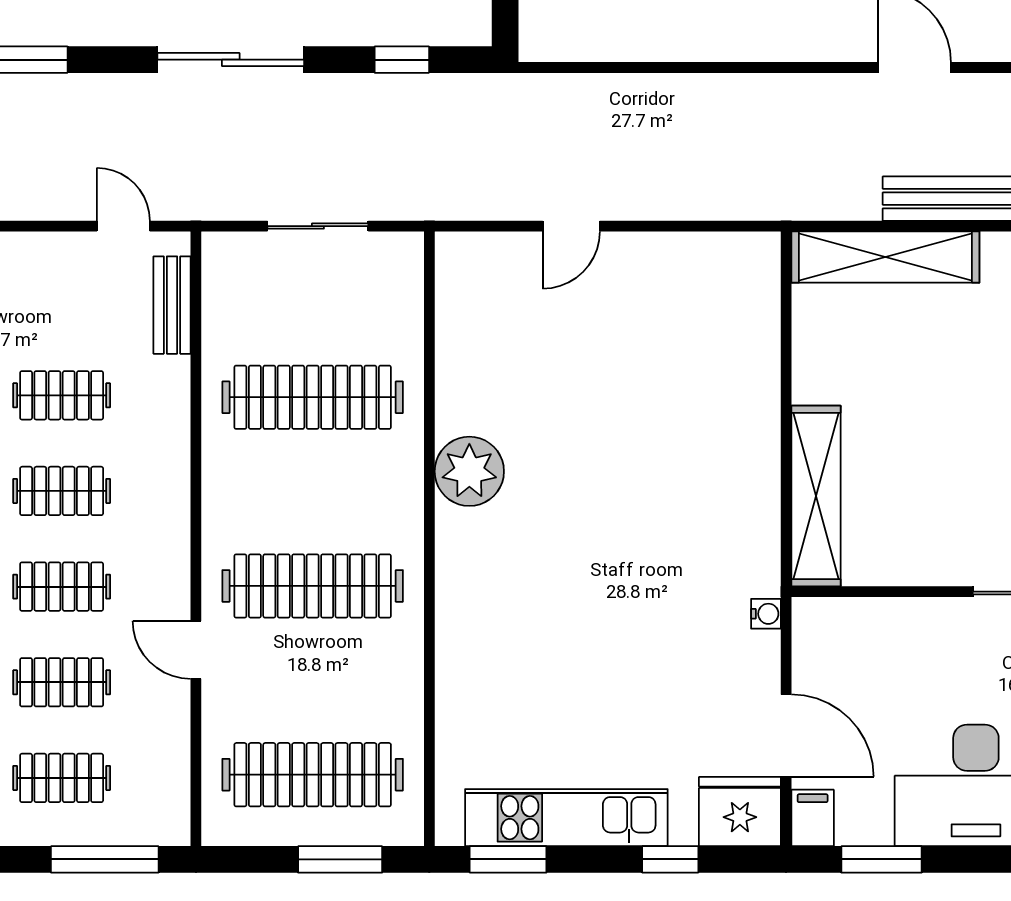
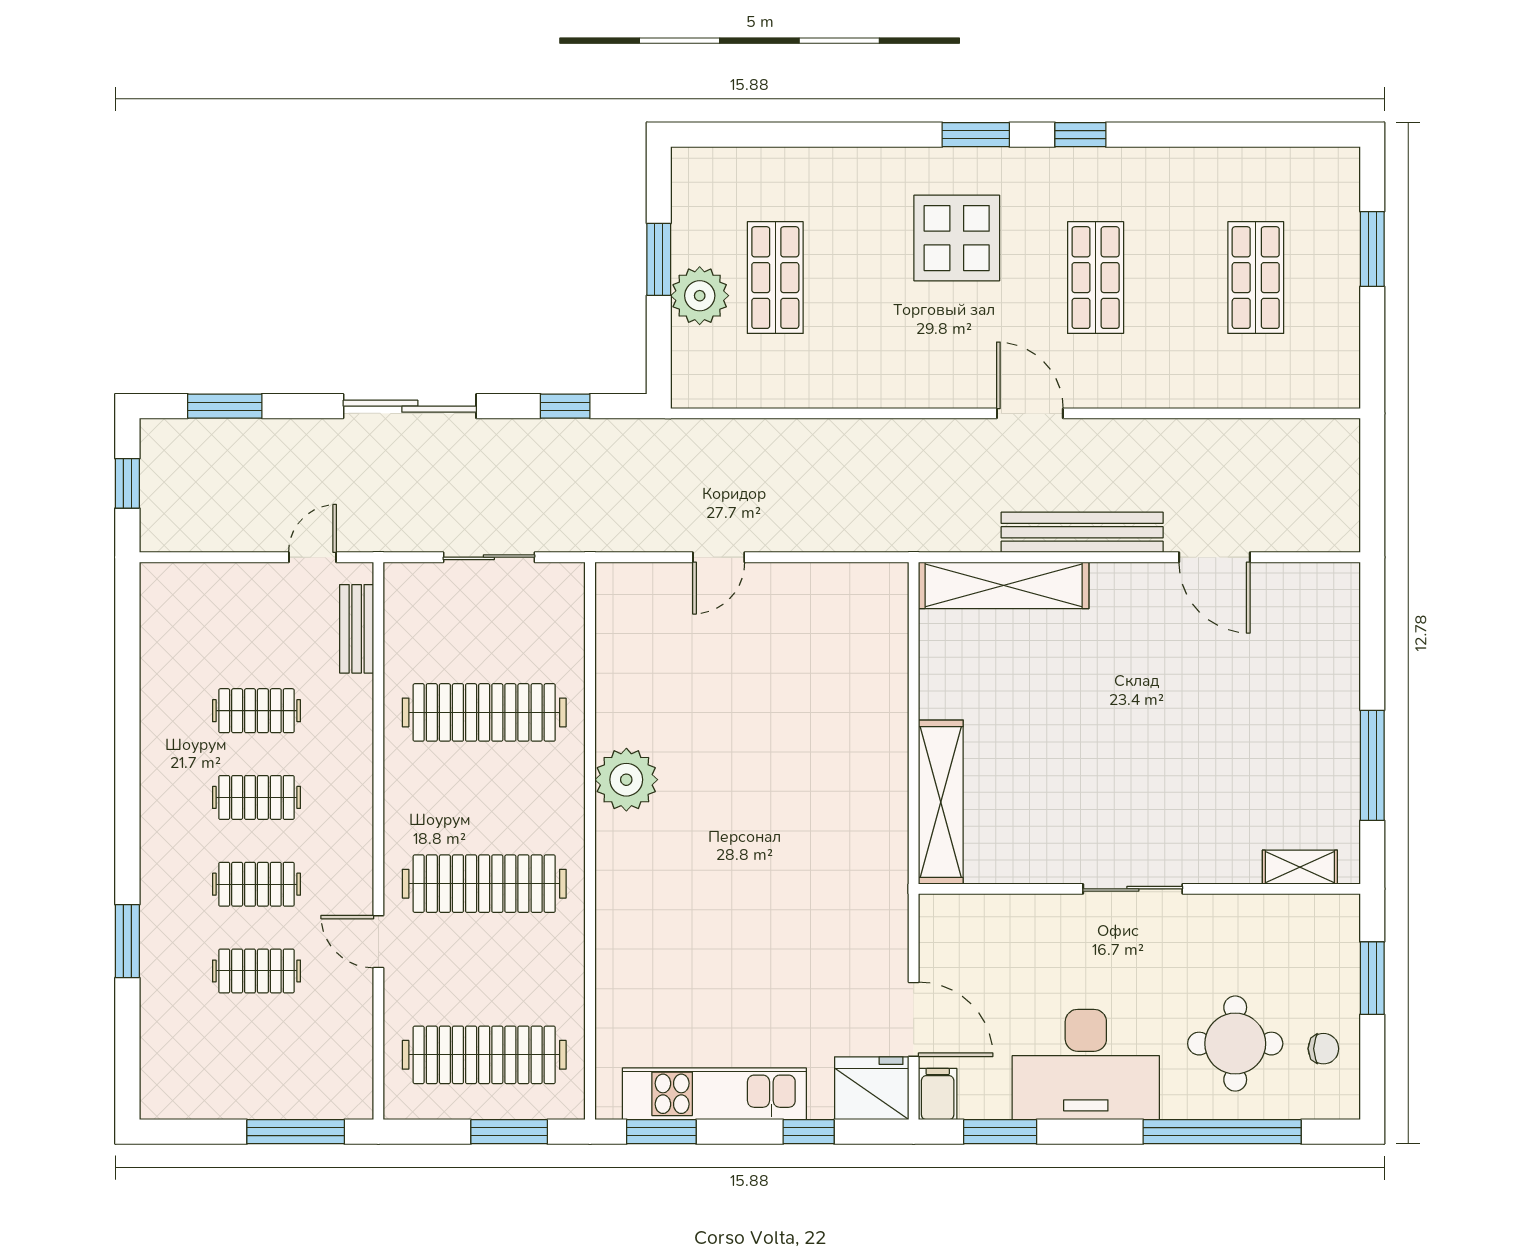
door: (123, 226) -> (312, 557), hinge flipped
water cooler: (766, 614) -> (895, 909), removed
clothes rail: (62, 778) -> (256, 1058), removed

